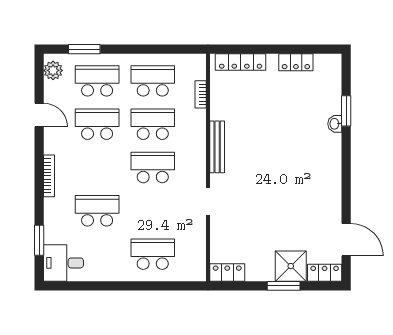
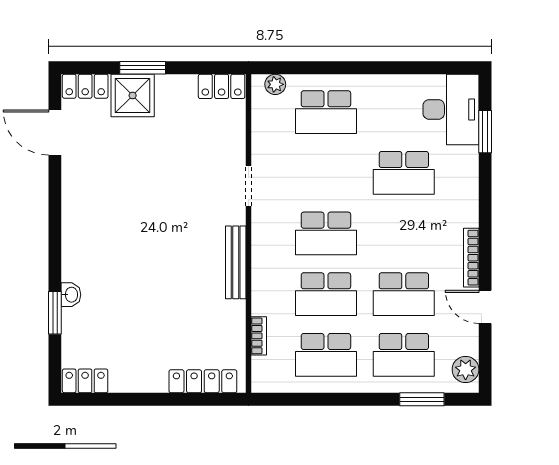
locker: (296, 62) -> (85, 381), moved
bookcase: (49, 176) -> (471, 258), moved
desk: (63, 263) -> (451, 109), width x1.37
plant: (189, 274) -> (275, 84), added

